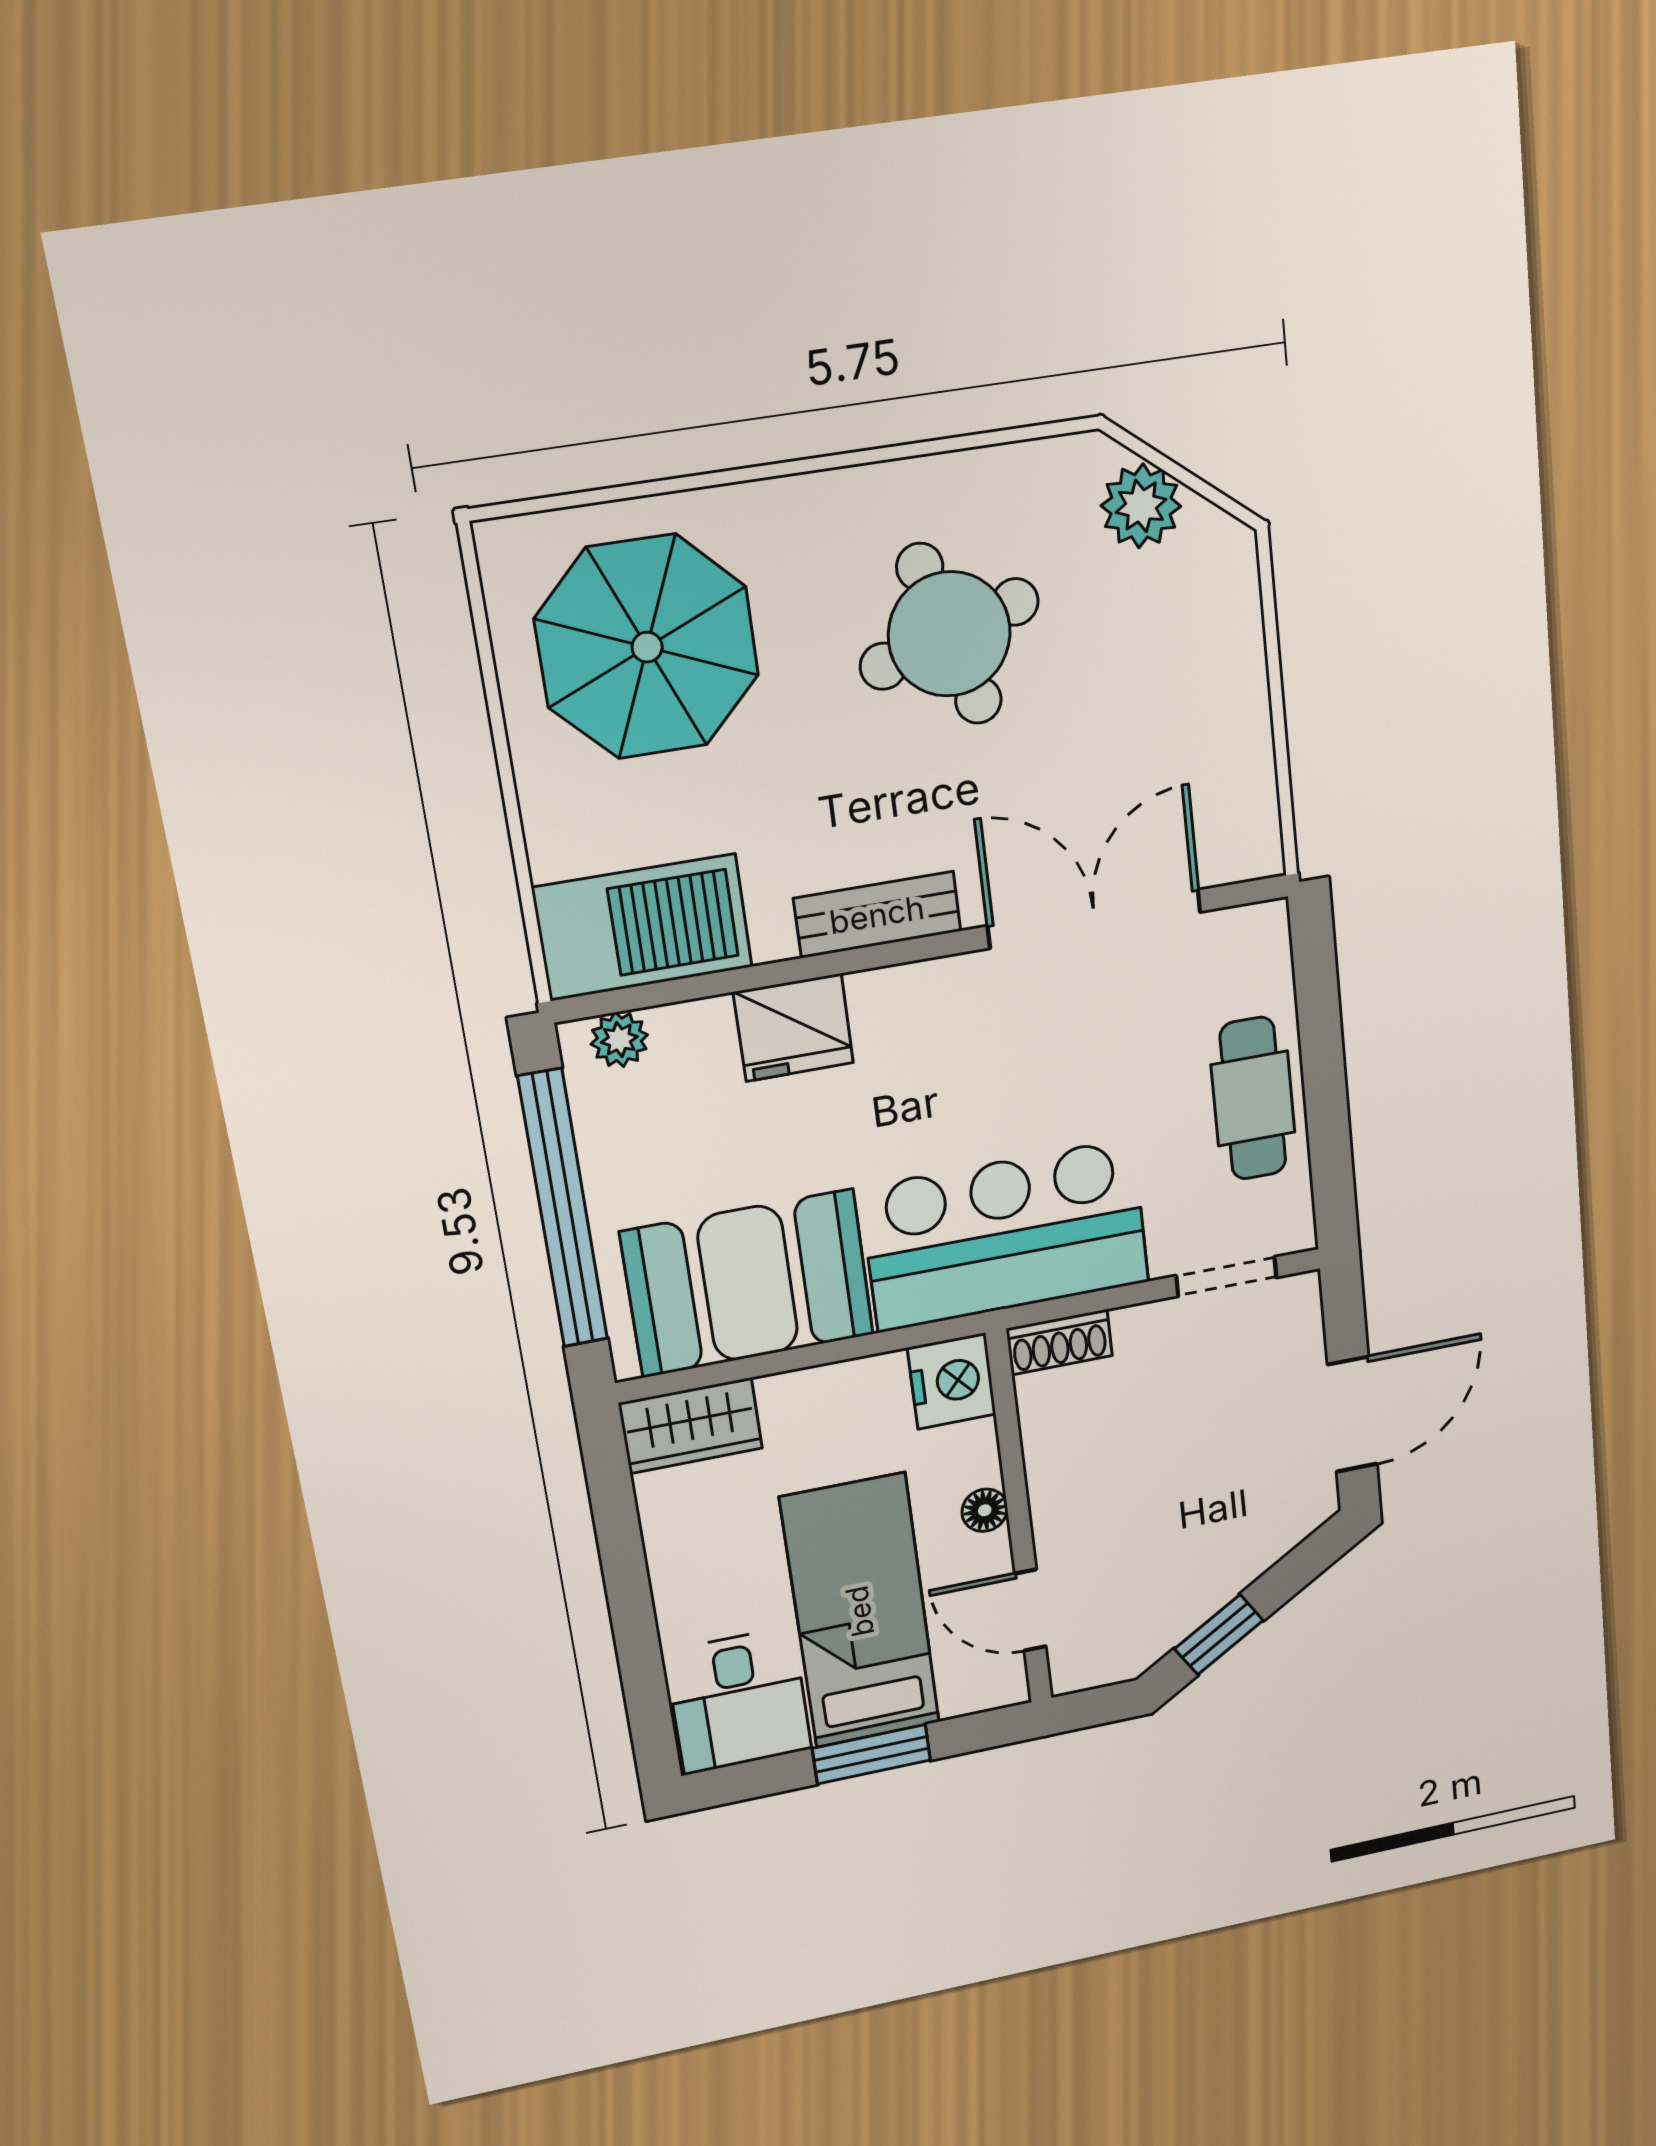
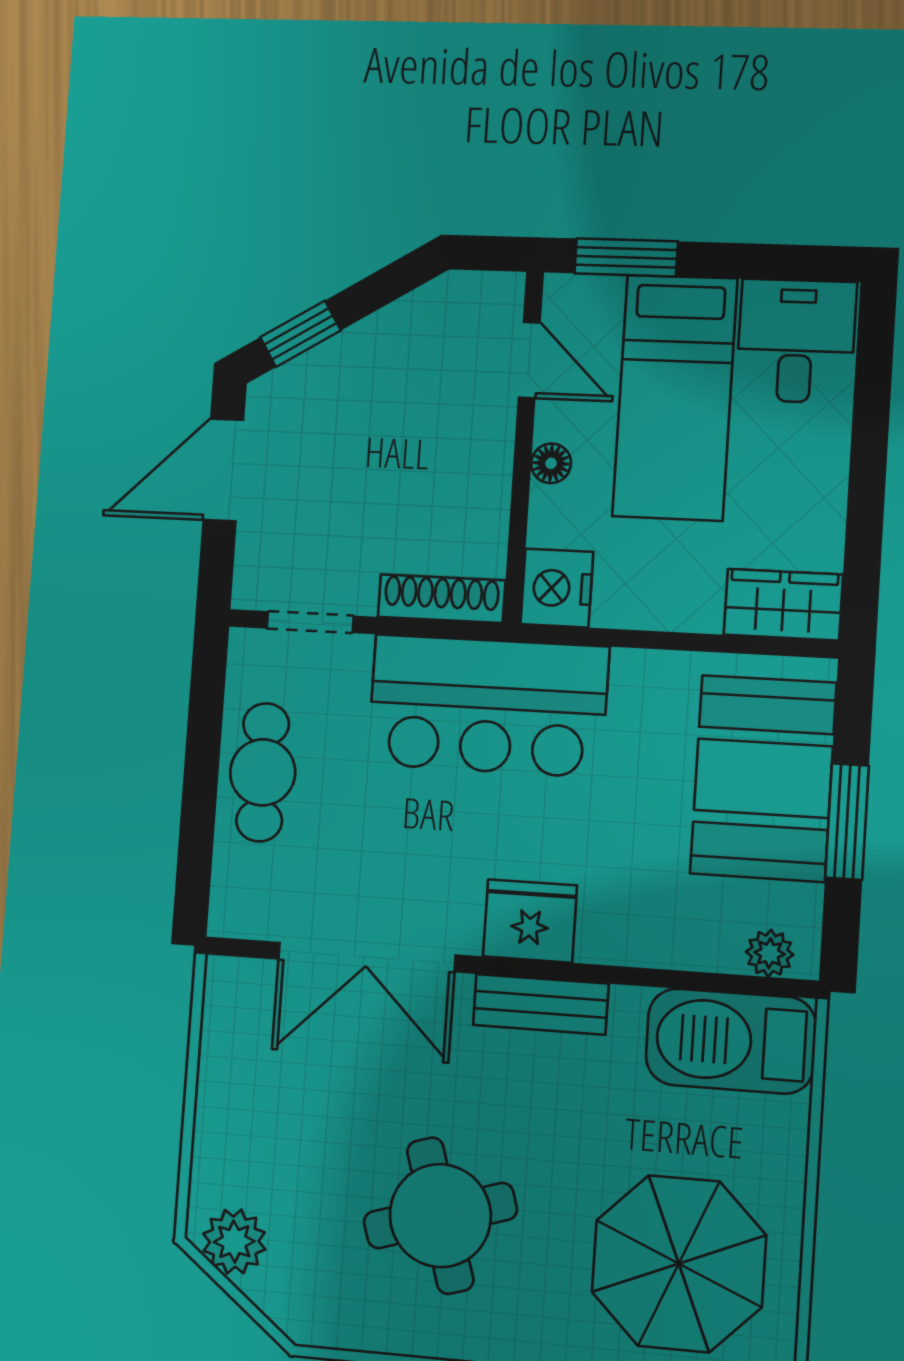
plant: (1141, 506) -> (234, 1242), moved
fridge: (794, 1028) -> (530, 921), moved
window: (563, 1209) -> (847, 822), width x0.47
booth: (748, 1283) -> (763, 778), moved, turned 90
shoe rack: (1059, 1342) -> (442, 599), width x1.43
window: (1219, 1635) -> (300, 334), moved
window: (871, 1754) -> (626, 257), moved

